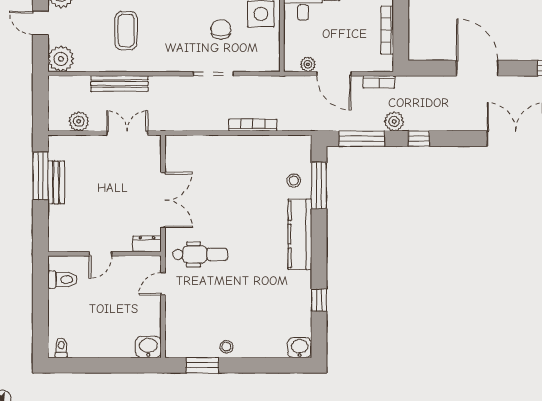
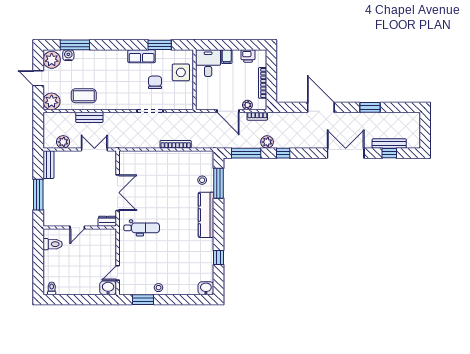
coffee table: (126, 31) -> (84, 96), moved, turned 90
plant: (308, 64) -> (247, 105), moved
bench: (119, 84) -> (89, 117), width x0.73
window: (40, 176) -> (38, 195), moved
bench: (56, 182) -> (48, 165), moved
door: (163, 284) -> (118, 273), moved

